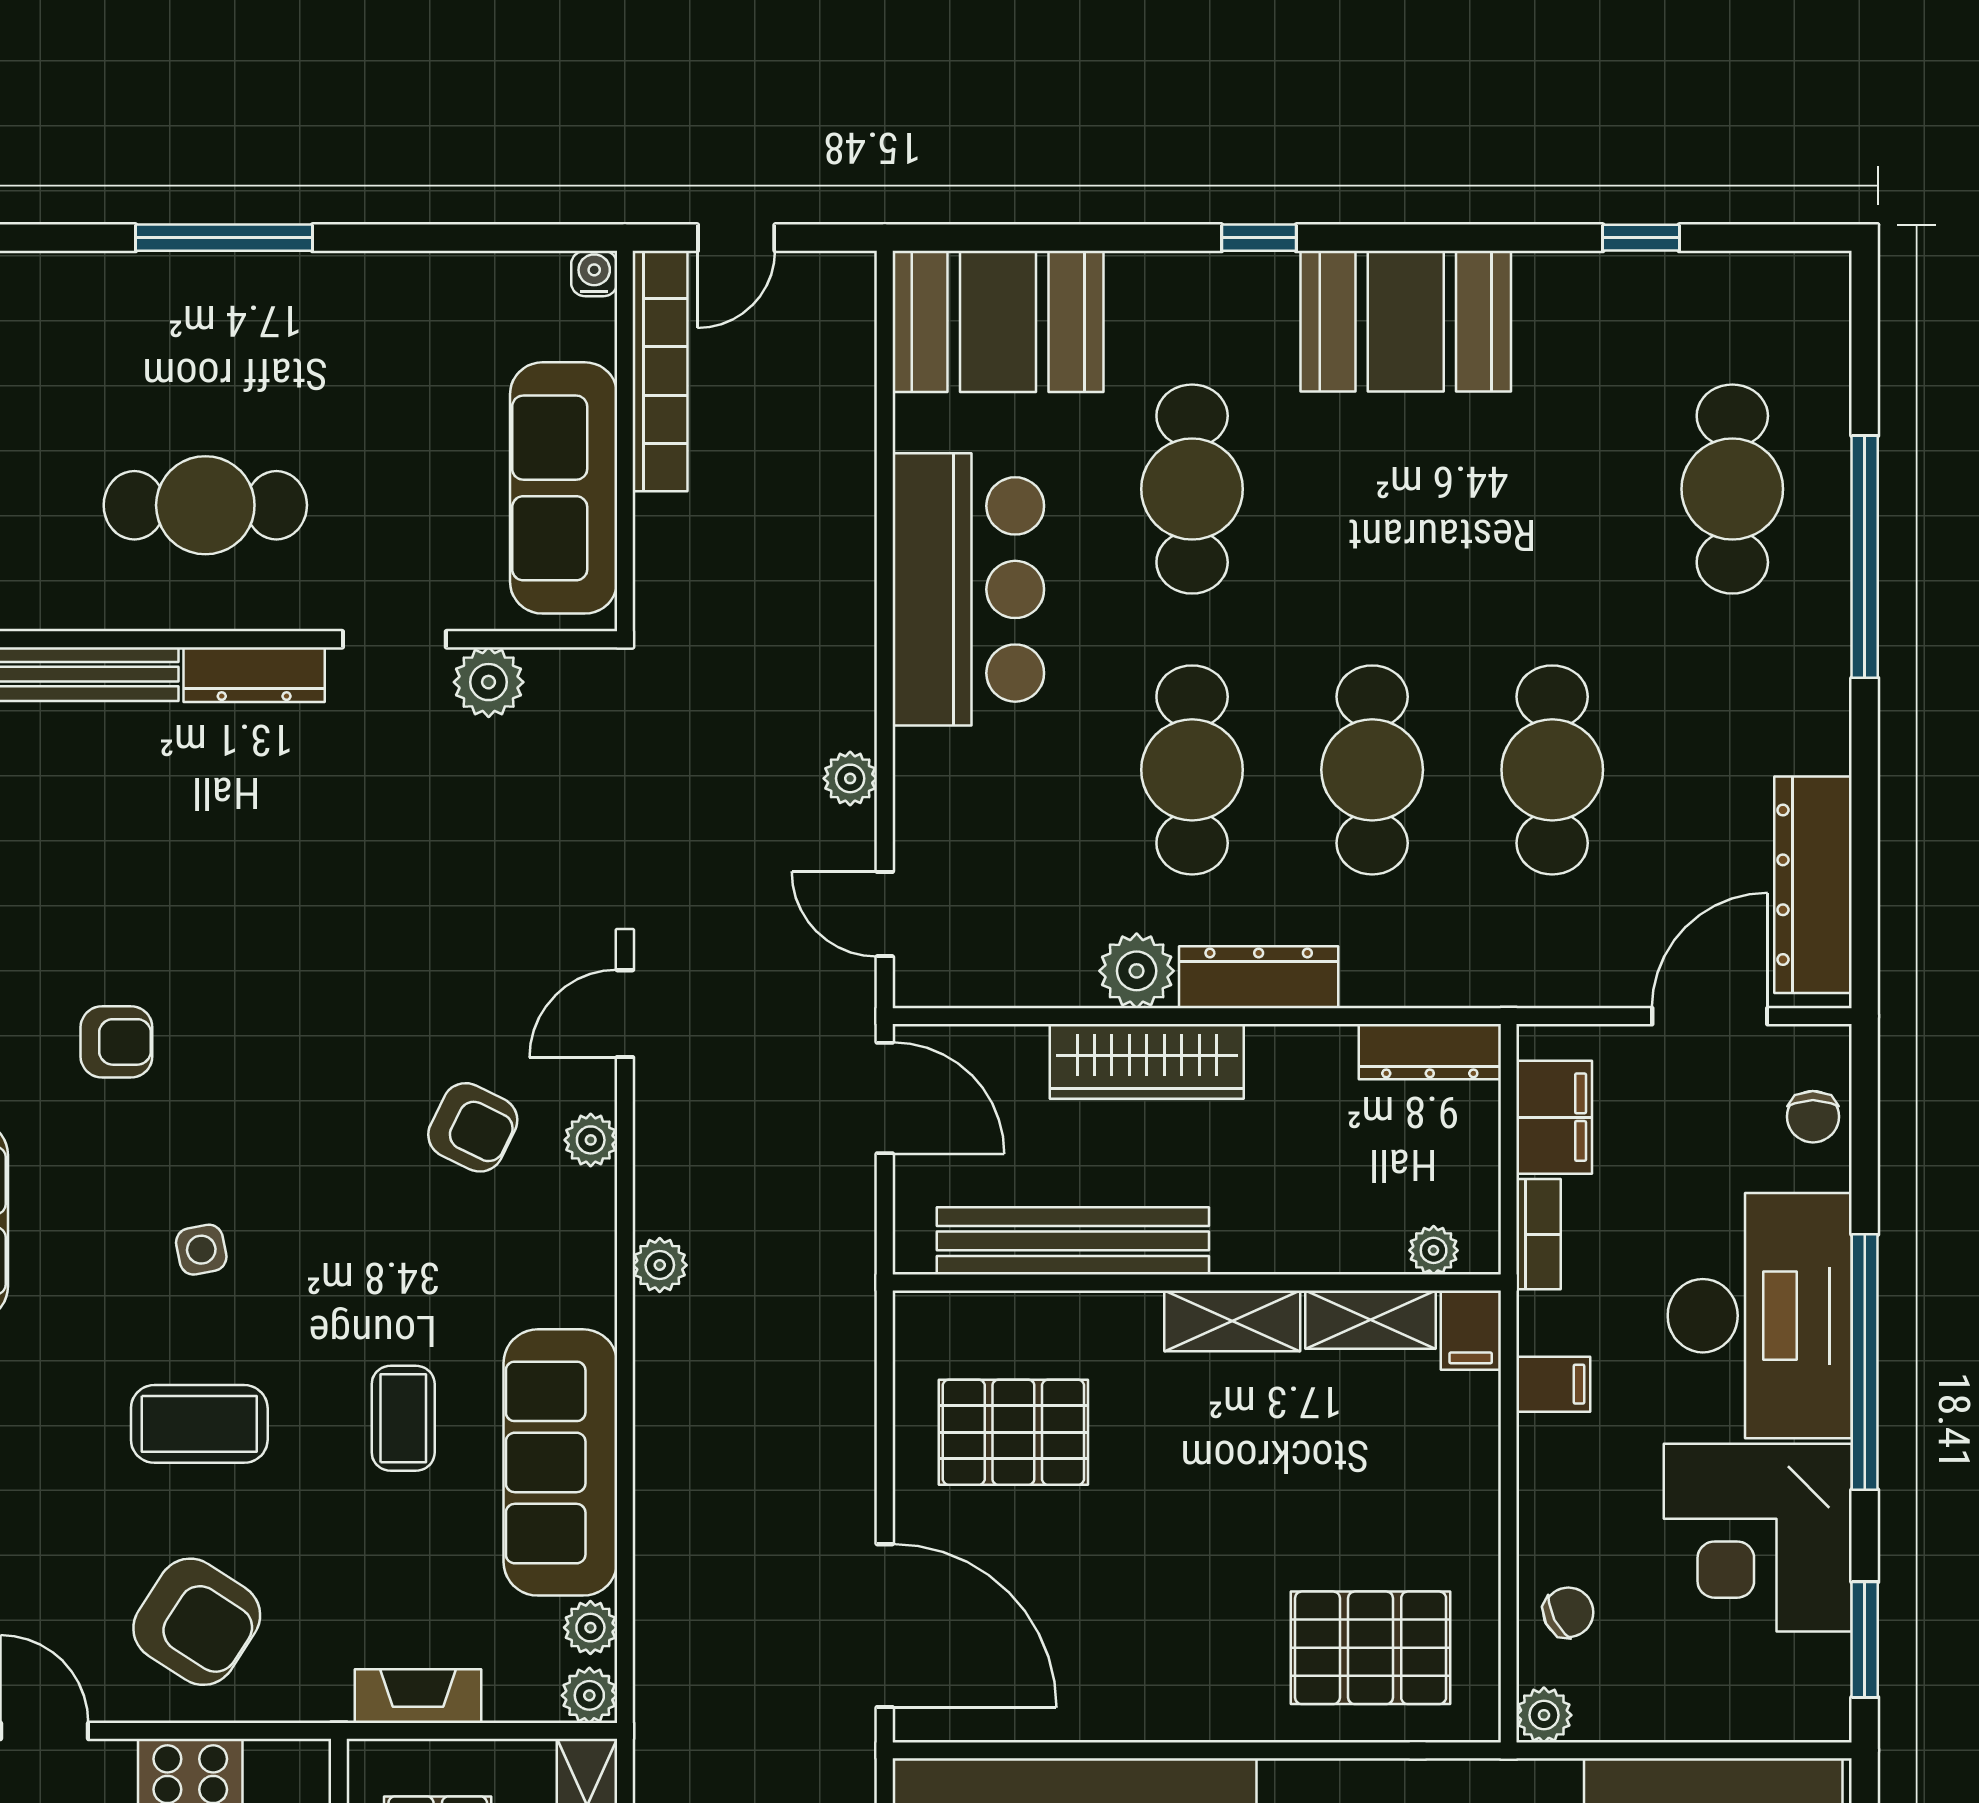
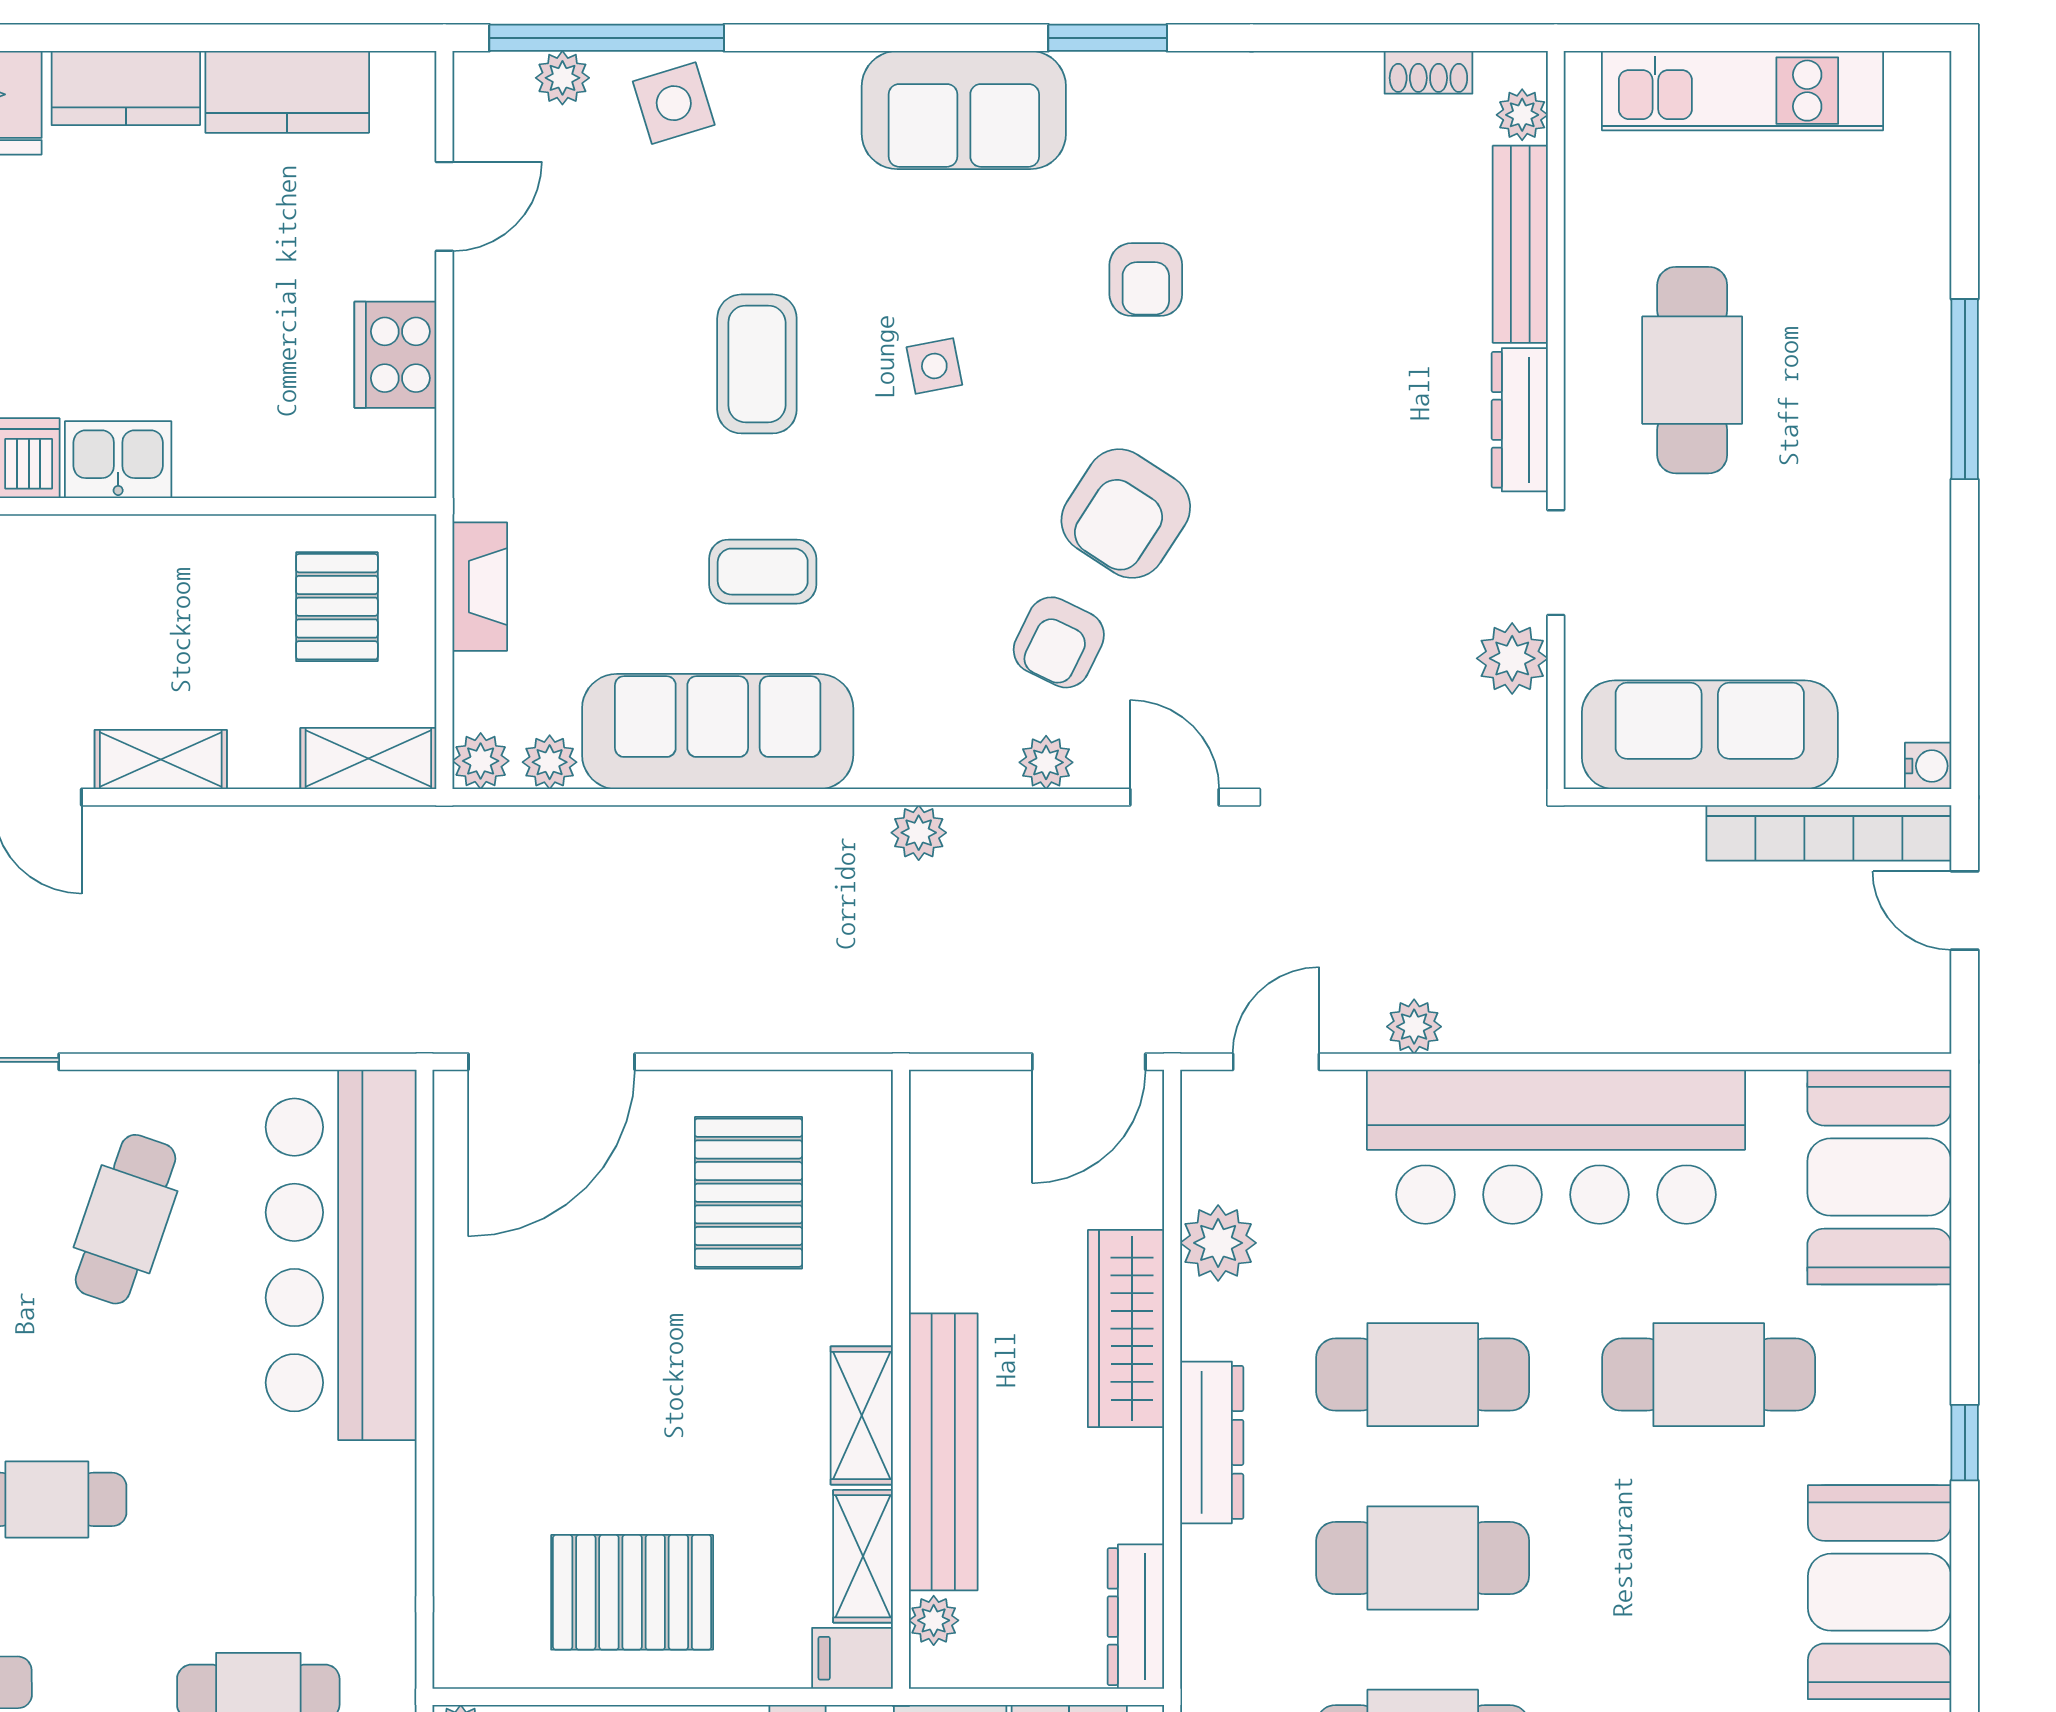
bar counter: (968, 589) -> (1556, 1147), width x1.36
plant: (1137, 971) -> (1218, 1243), moved
bench: (1073, 1241) -> (943, 1452), moved
armchair: (197, 1622) -> (1126, 514), moved
pallet: (1371, 1648) -> (632, 1592), moved, turned 90

